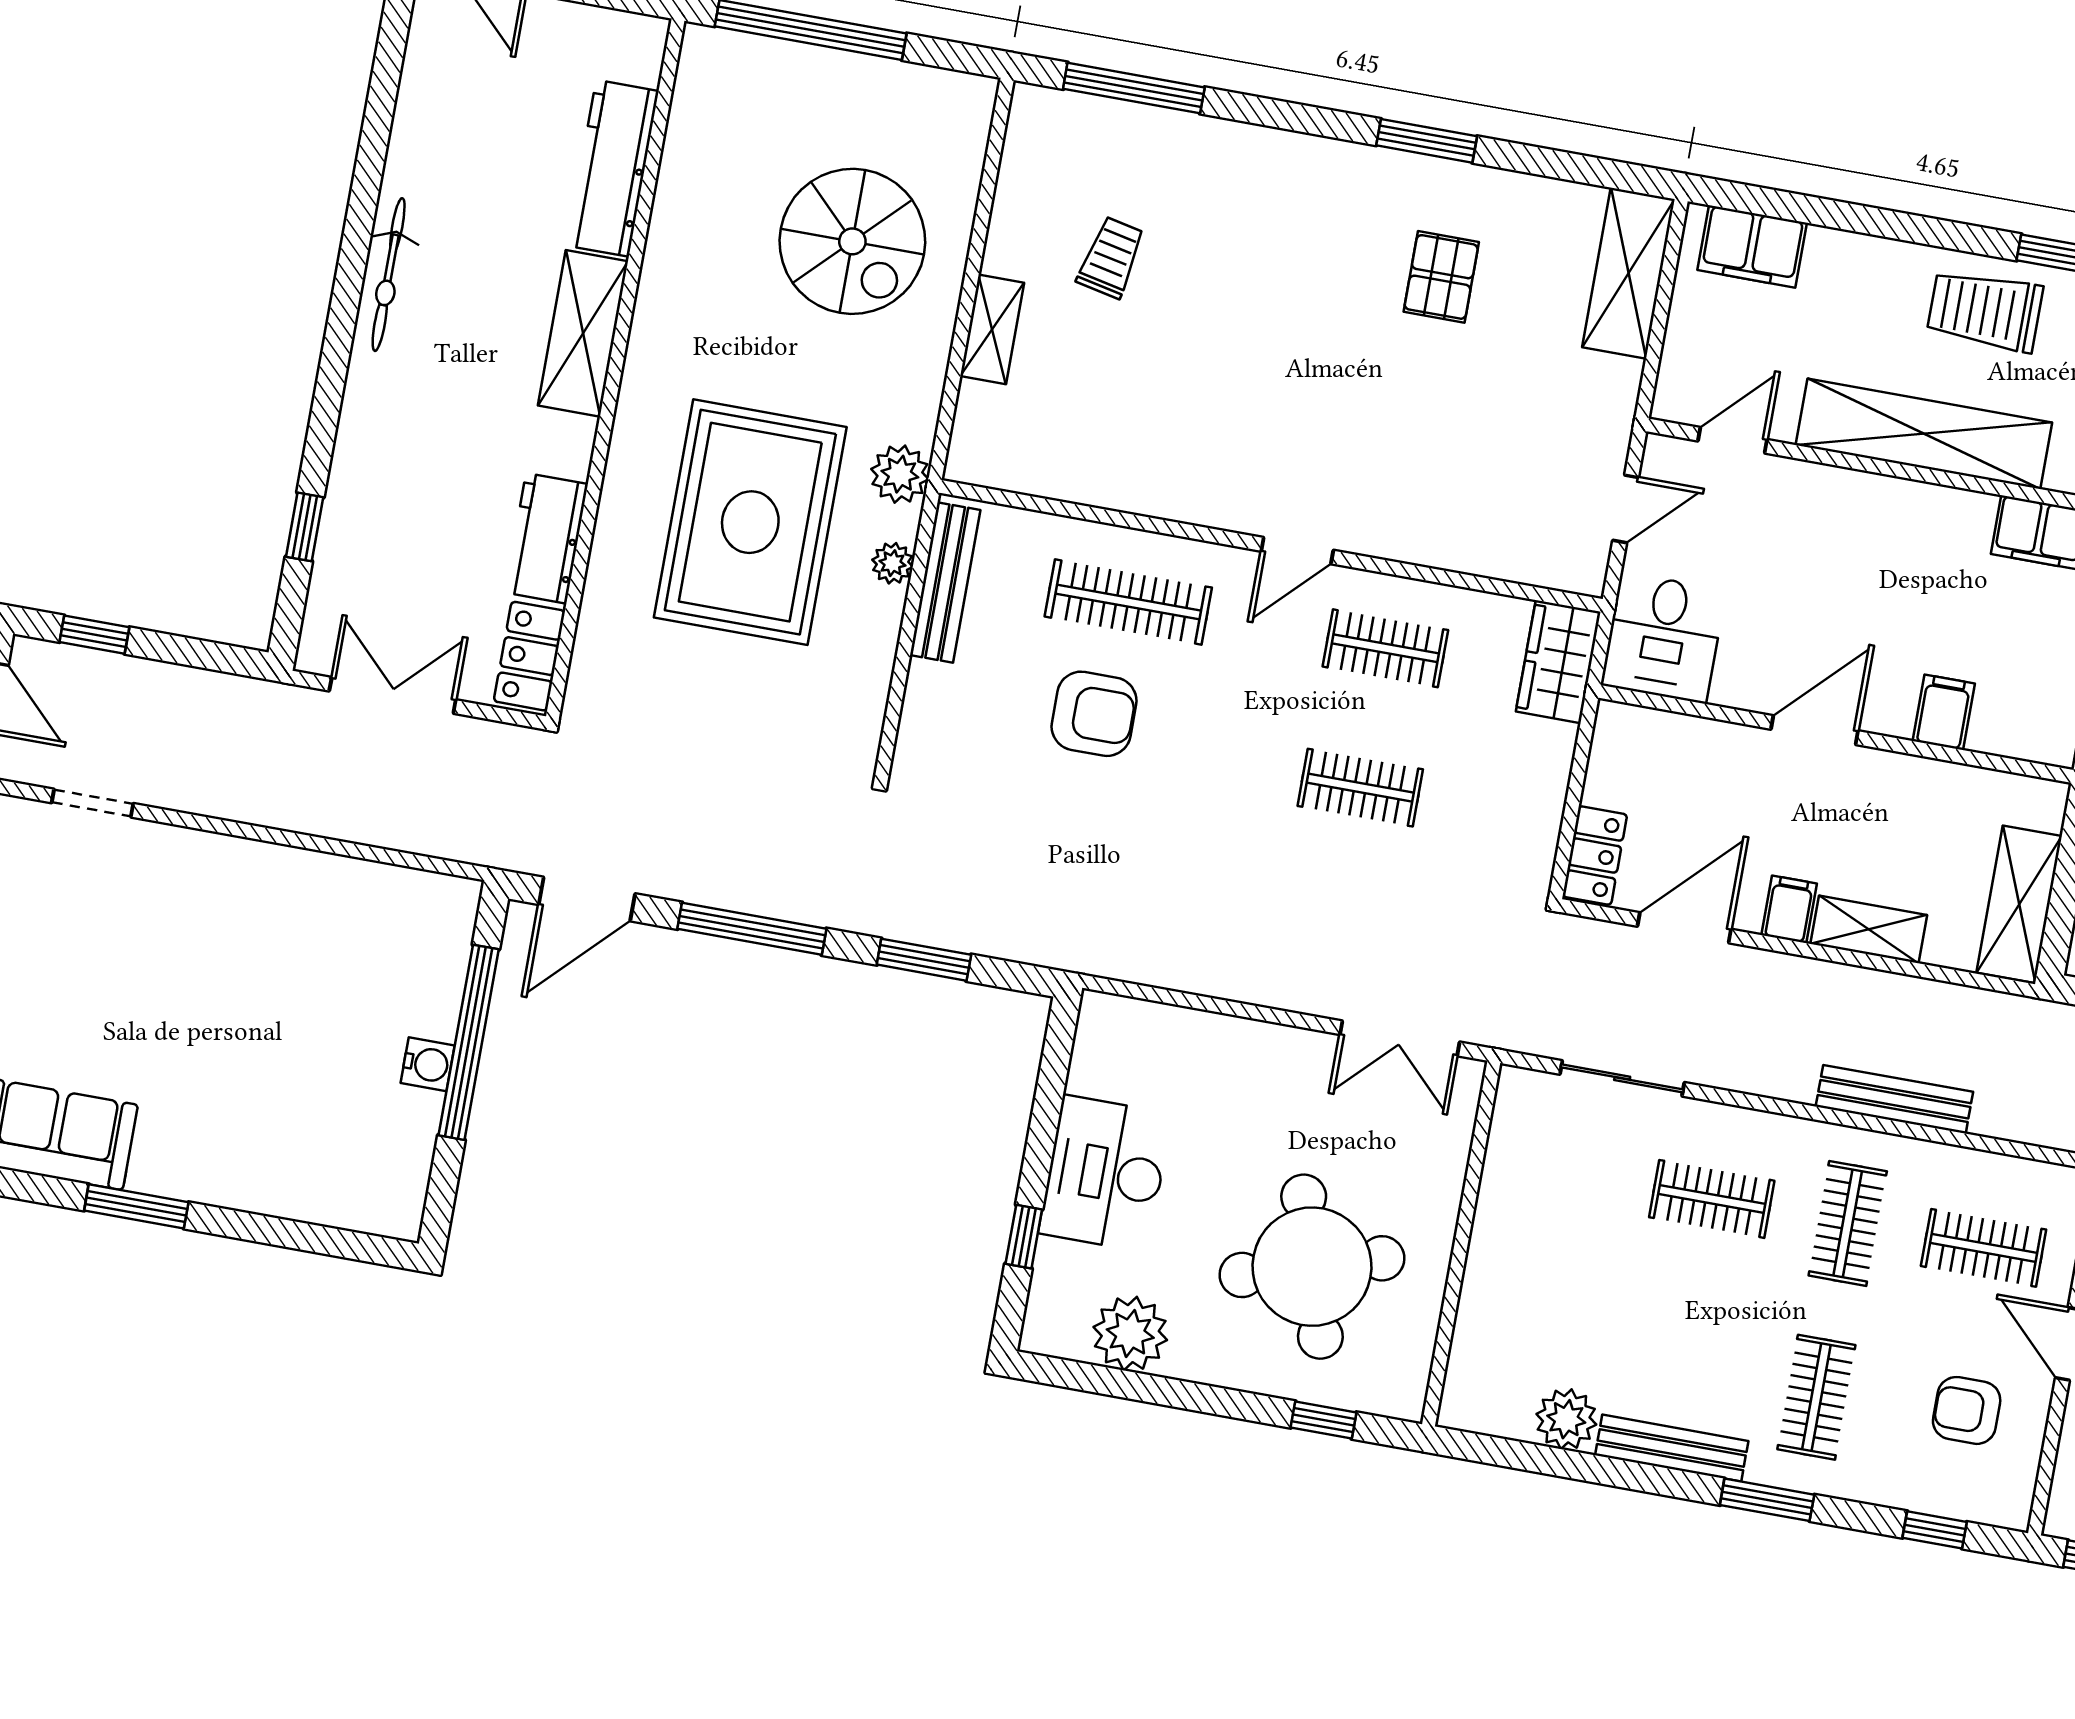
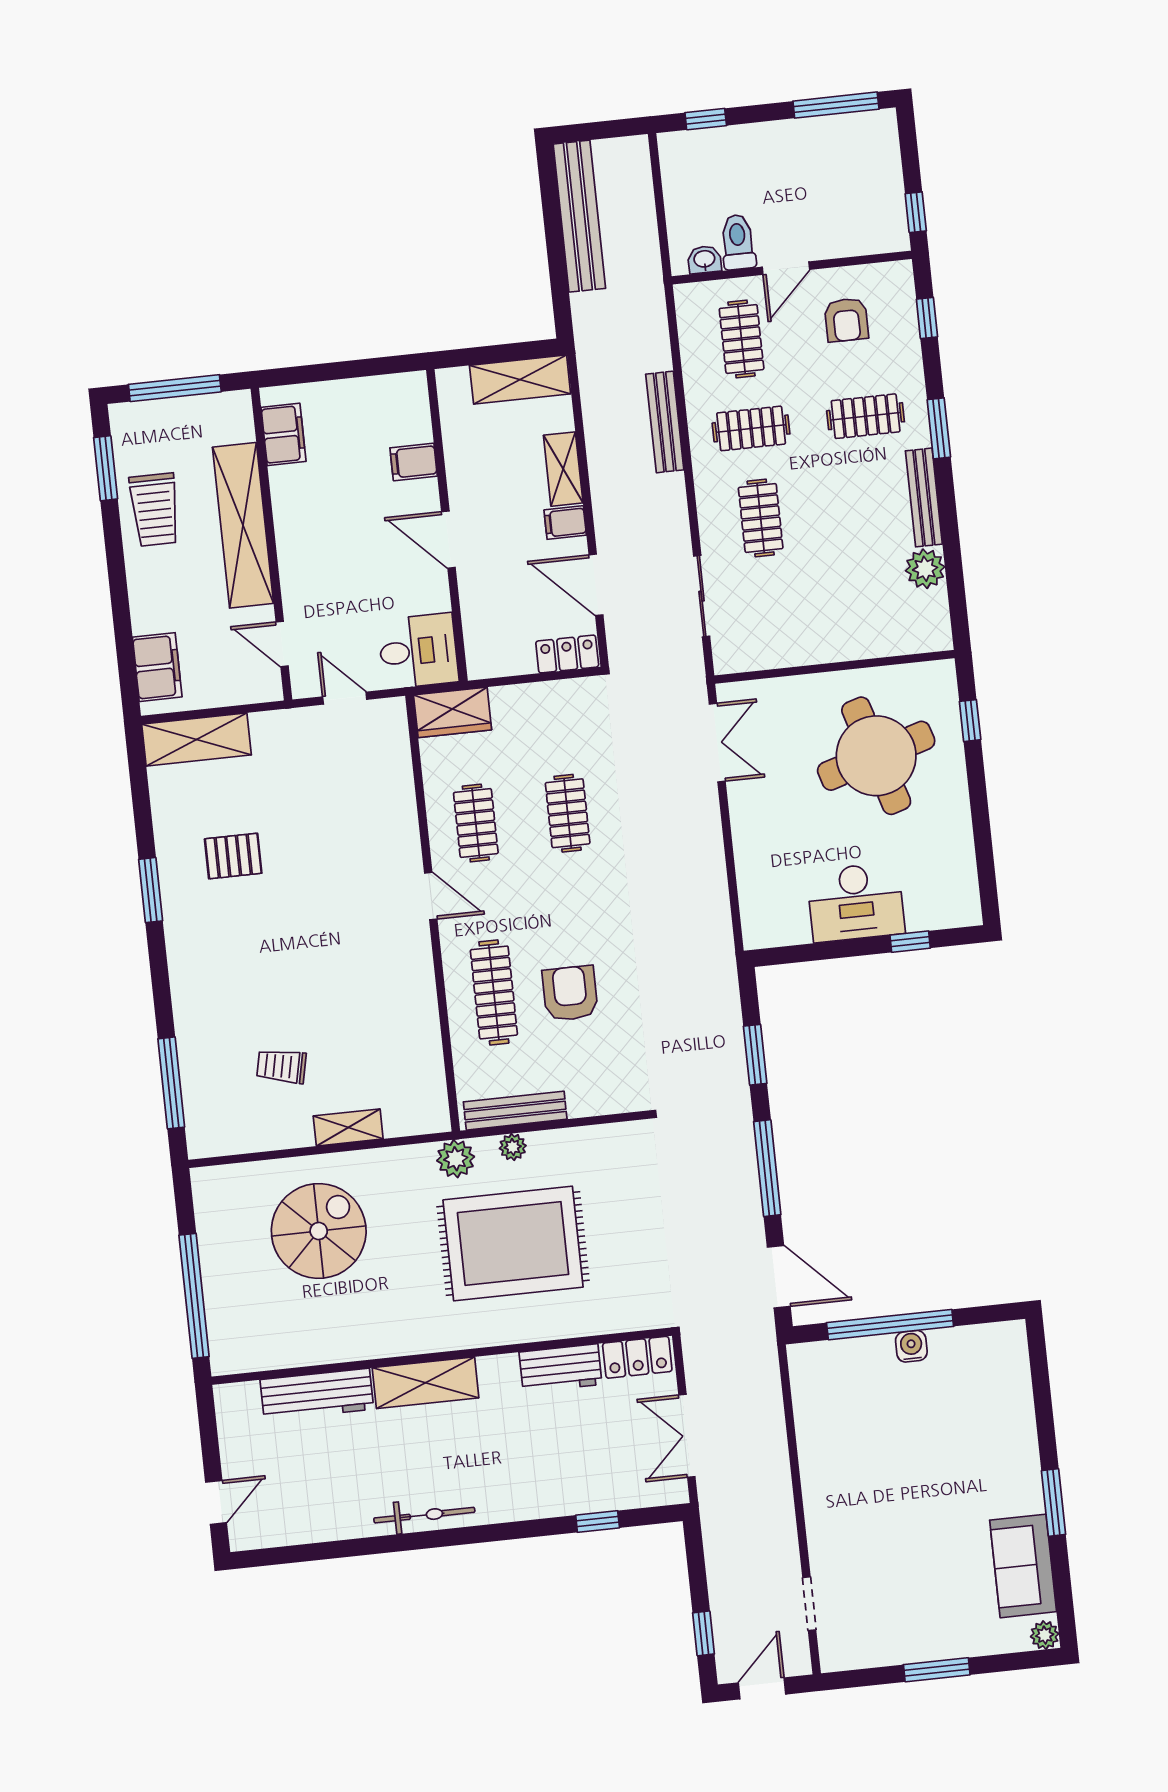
plant: (1130, 1334) -> (951, 857), removed

